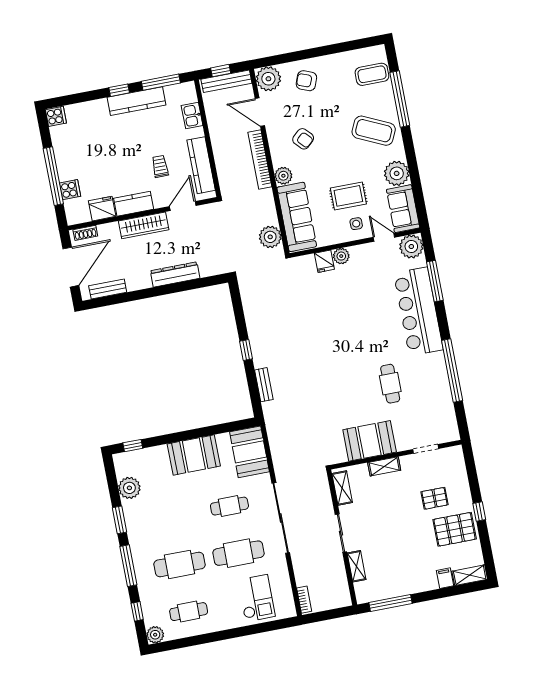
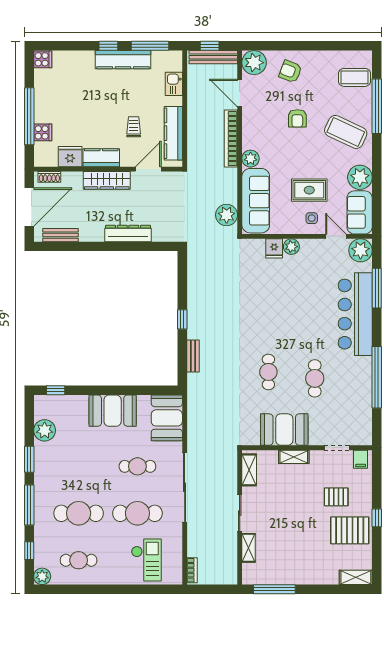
armchair: (303, 139) -> (297, 118), moved, turned 43
cafe table: (342, 386) -> (268, 372), added
filing cabinet: (445, 578) -> (361, 459), moved, turned 180

